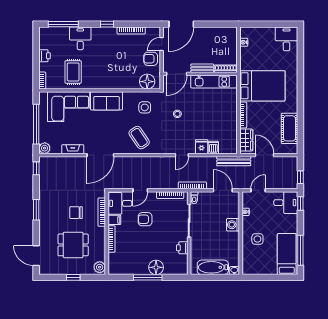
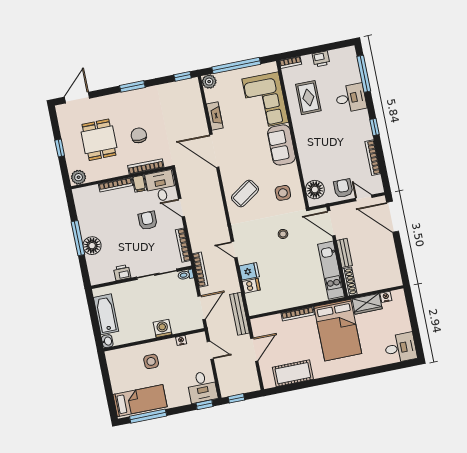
rug: (73, 72) -> (308, 98), turned 90
wardrobe: (246, 140) -> (367, 304), moved

